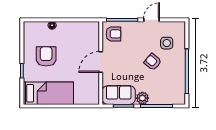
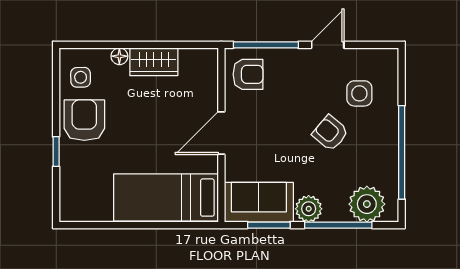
wardrobe: (69, 28) -> (154, 62), added
side table: (34, 35) -> (81, 77), added
armchair: (46, 56) -> (84, 120), moved
bed: (48, 93) -> (166, 198), moved, turned 180
plant: (170, 96) -> (367, 204), added

